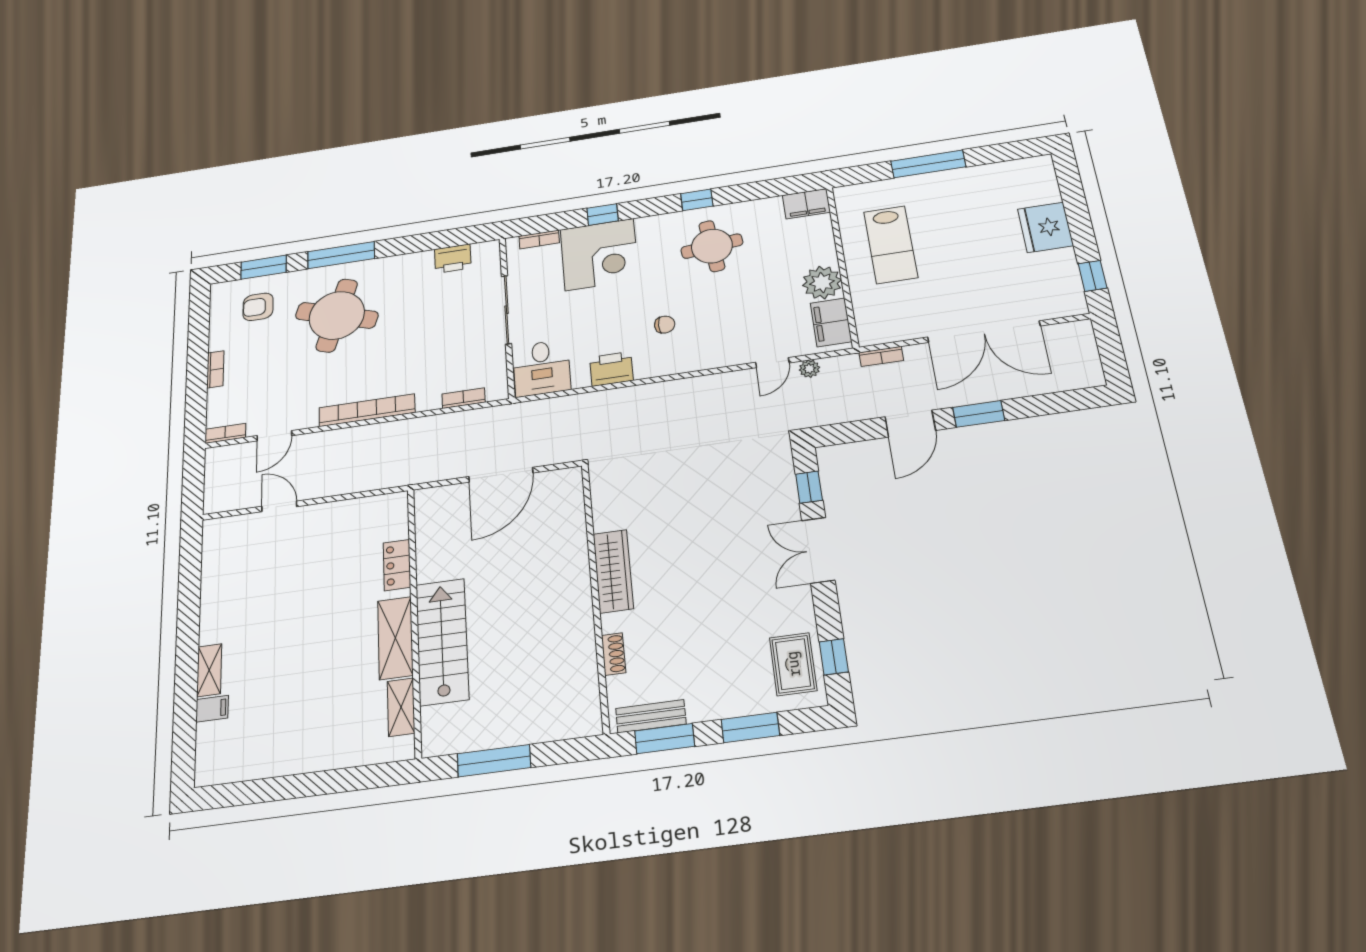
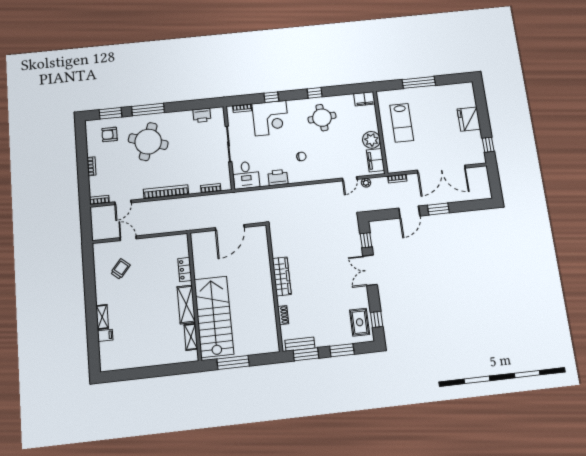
trolley: (257, 569) -> (120, 269), added
stairs: (442, 641) -> (214, 317), width x1.36, depth x1.51

